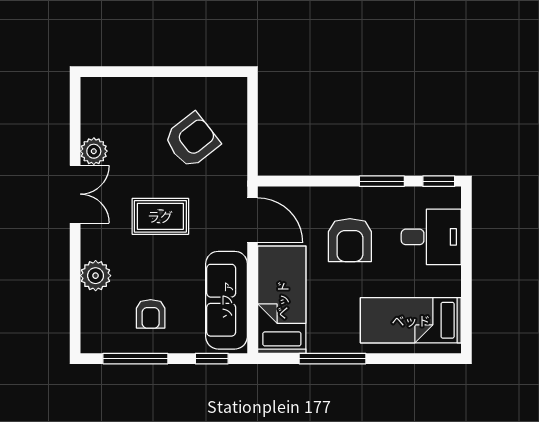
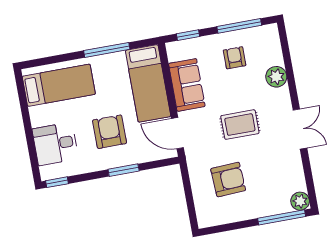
window: (125, 72) -> (282, 217), added
armchair: (192, 140) -> (228, 180), turned -145
plant: (94, 151) -> (300, 201), moved
window: (382, 181) -> (124, 170), moved
double door: (75, 194) -> (300, 129), swing flipped
sofa: (226, 300) -> (187, 85), width x0.73

